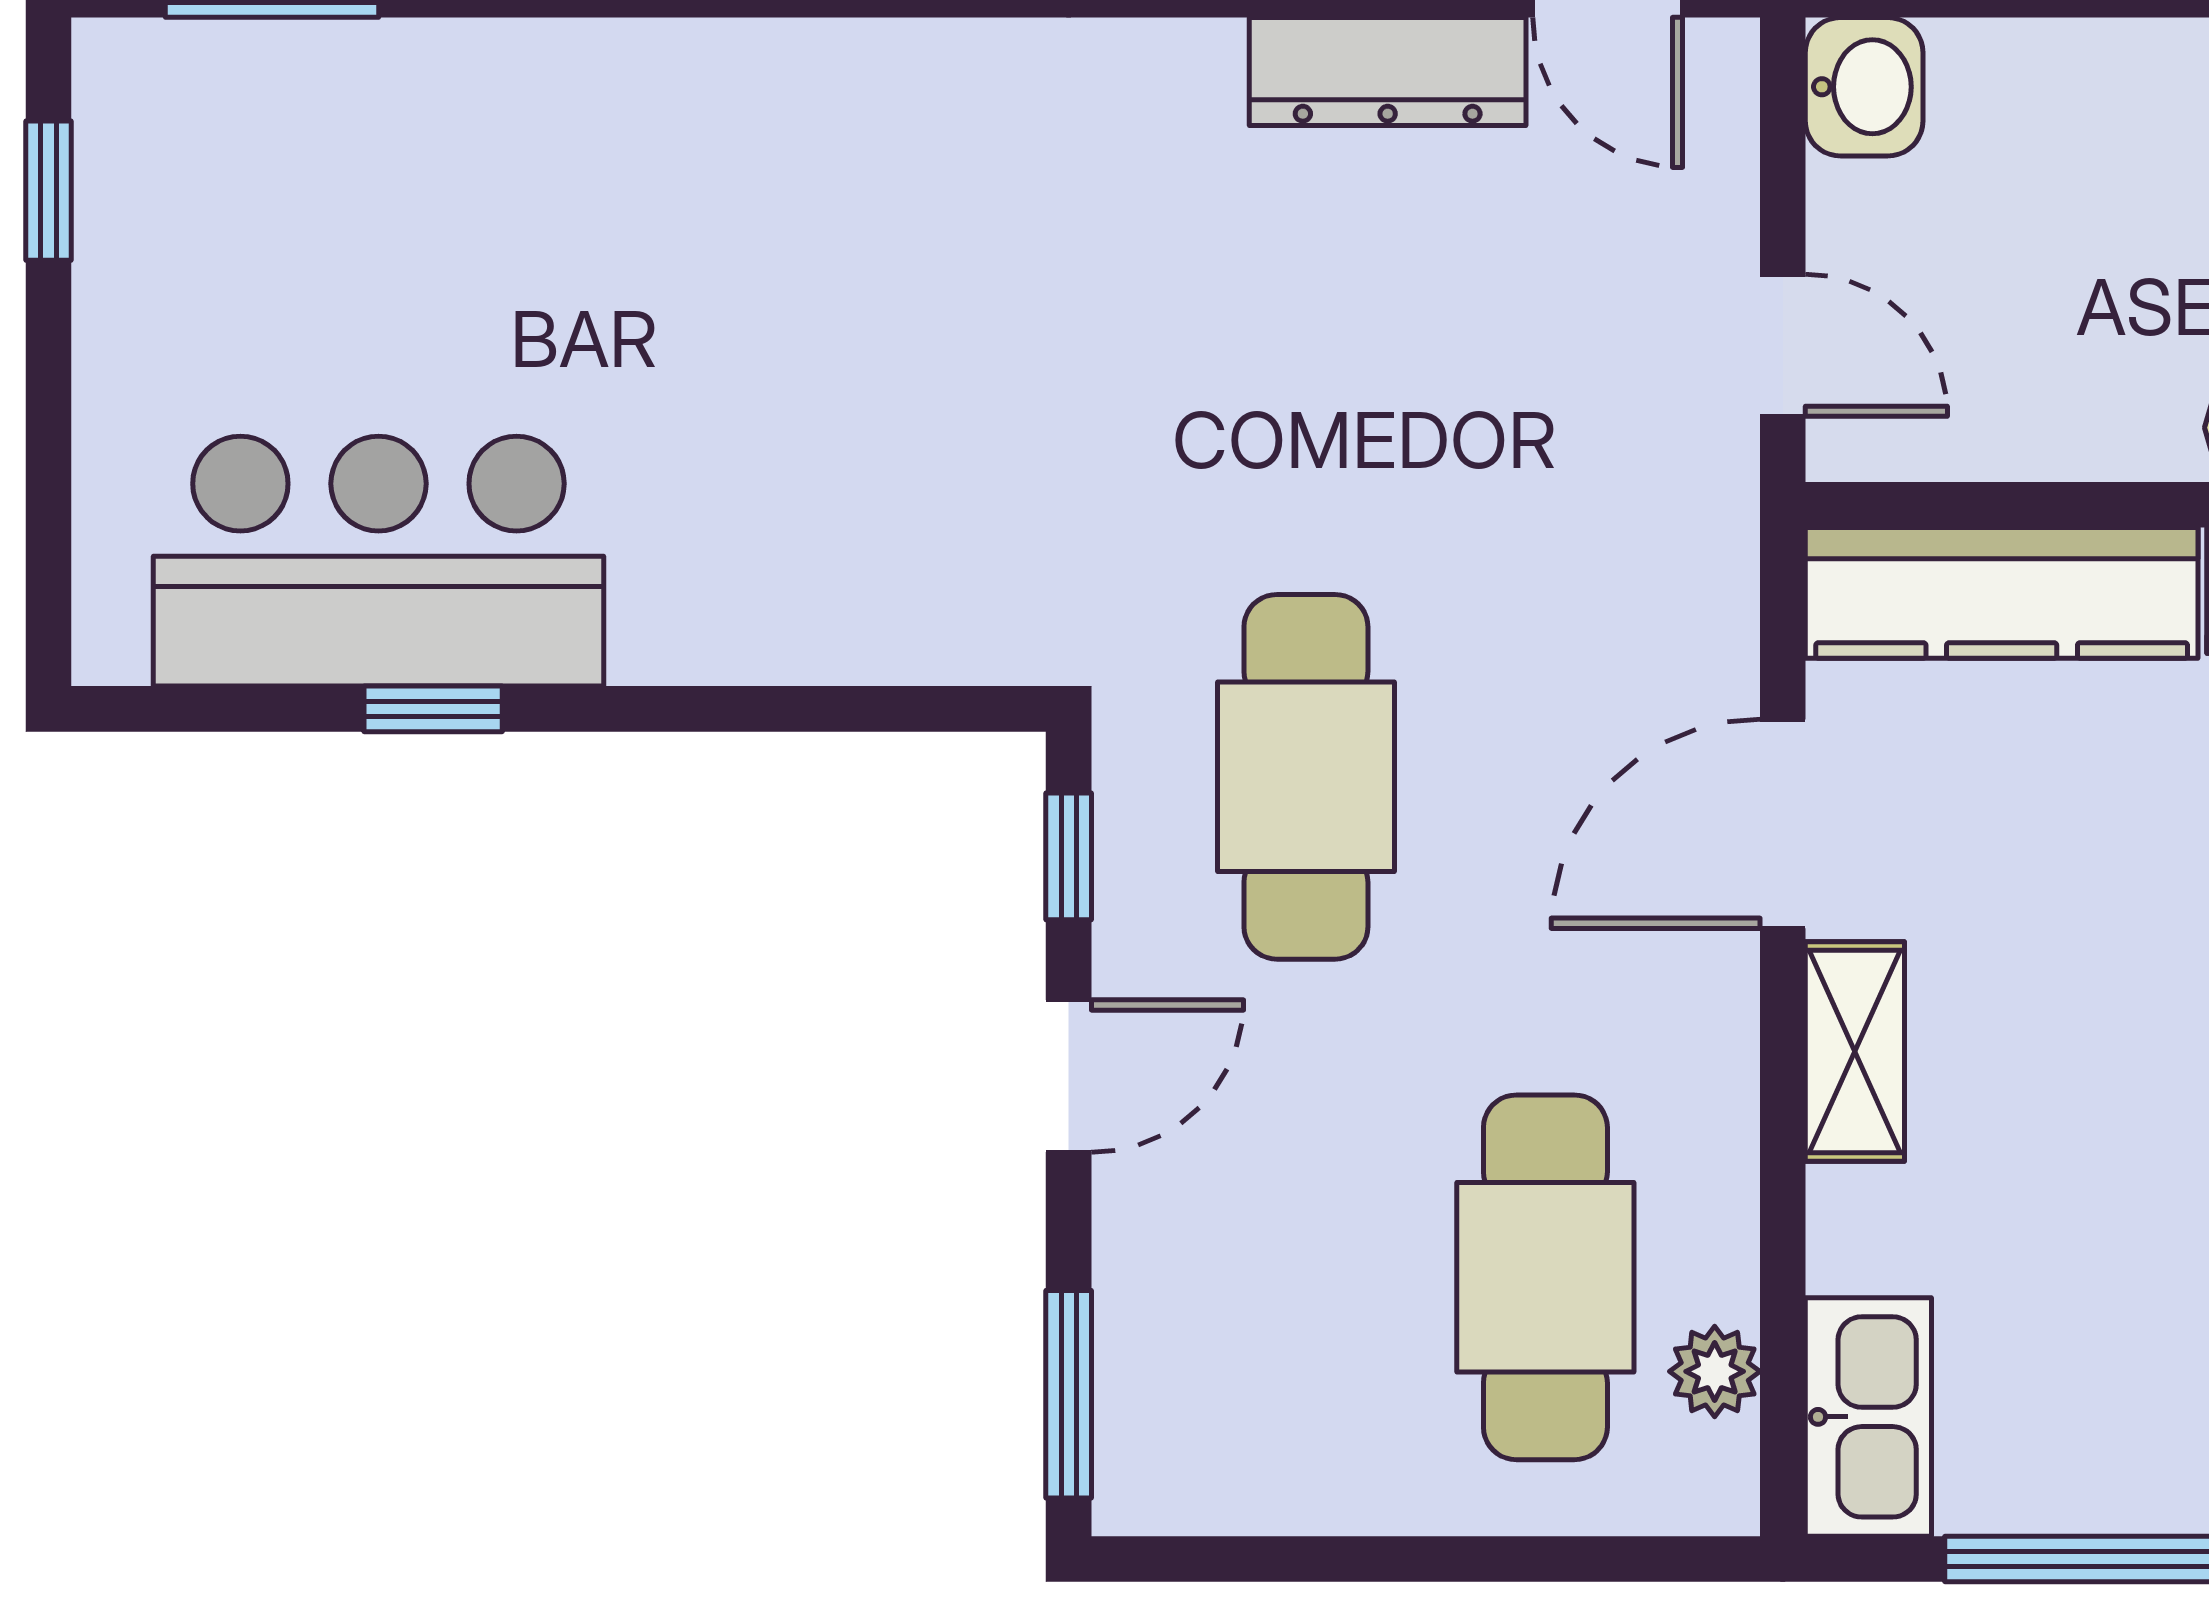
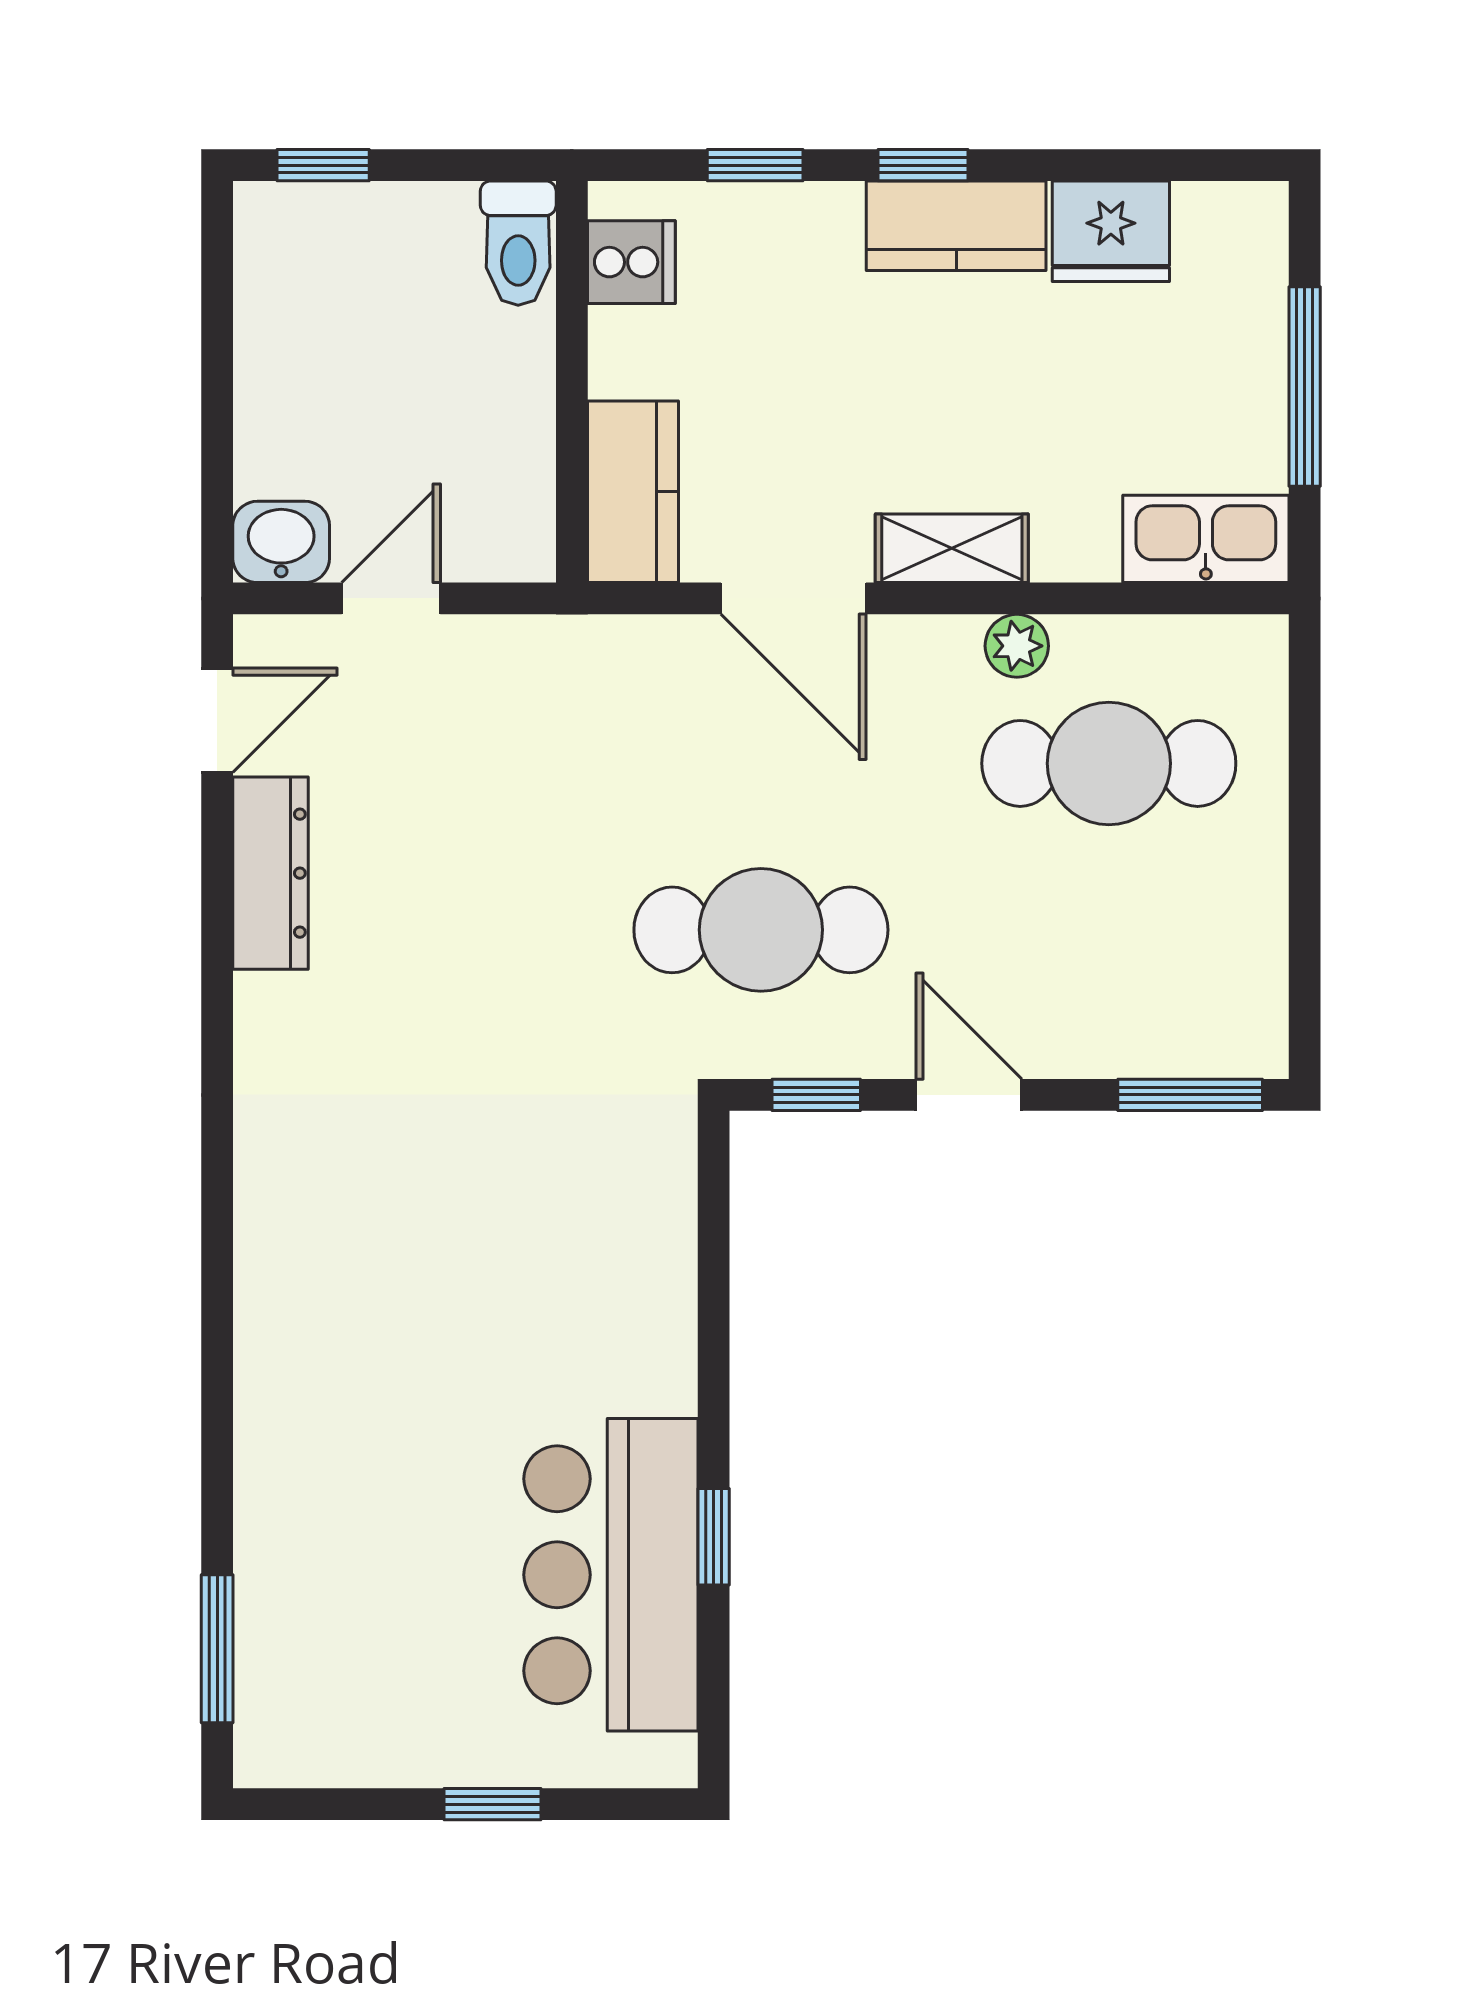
window: (48, 191) -> (493, 1804), moved
door: (1783, 345) -> (391, 598), moved
kitchen counter: (2002, 593) -> (633, 492), width x0.67
plant: (1715, 1371) -> (1017, 646), moved

